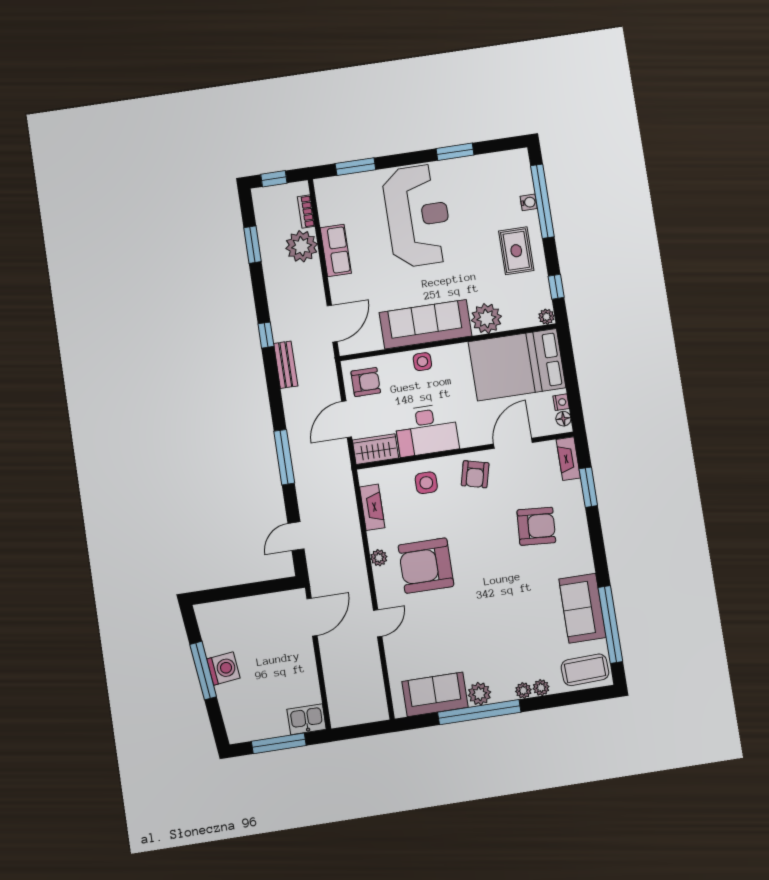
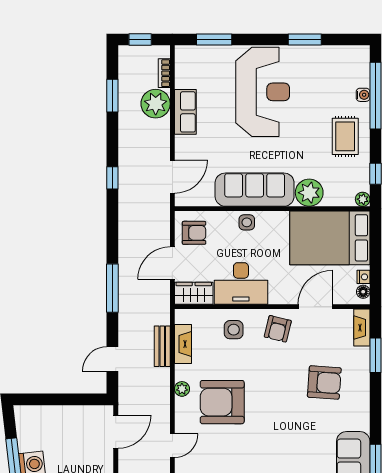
bench: (286, 365) -> (162, 346), moved

